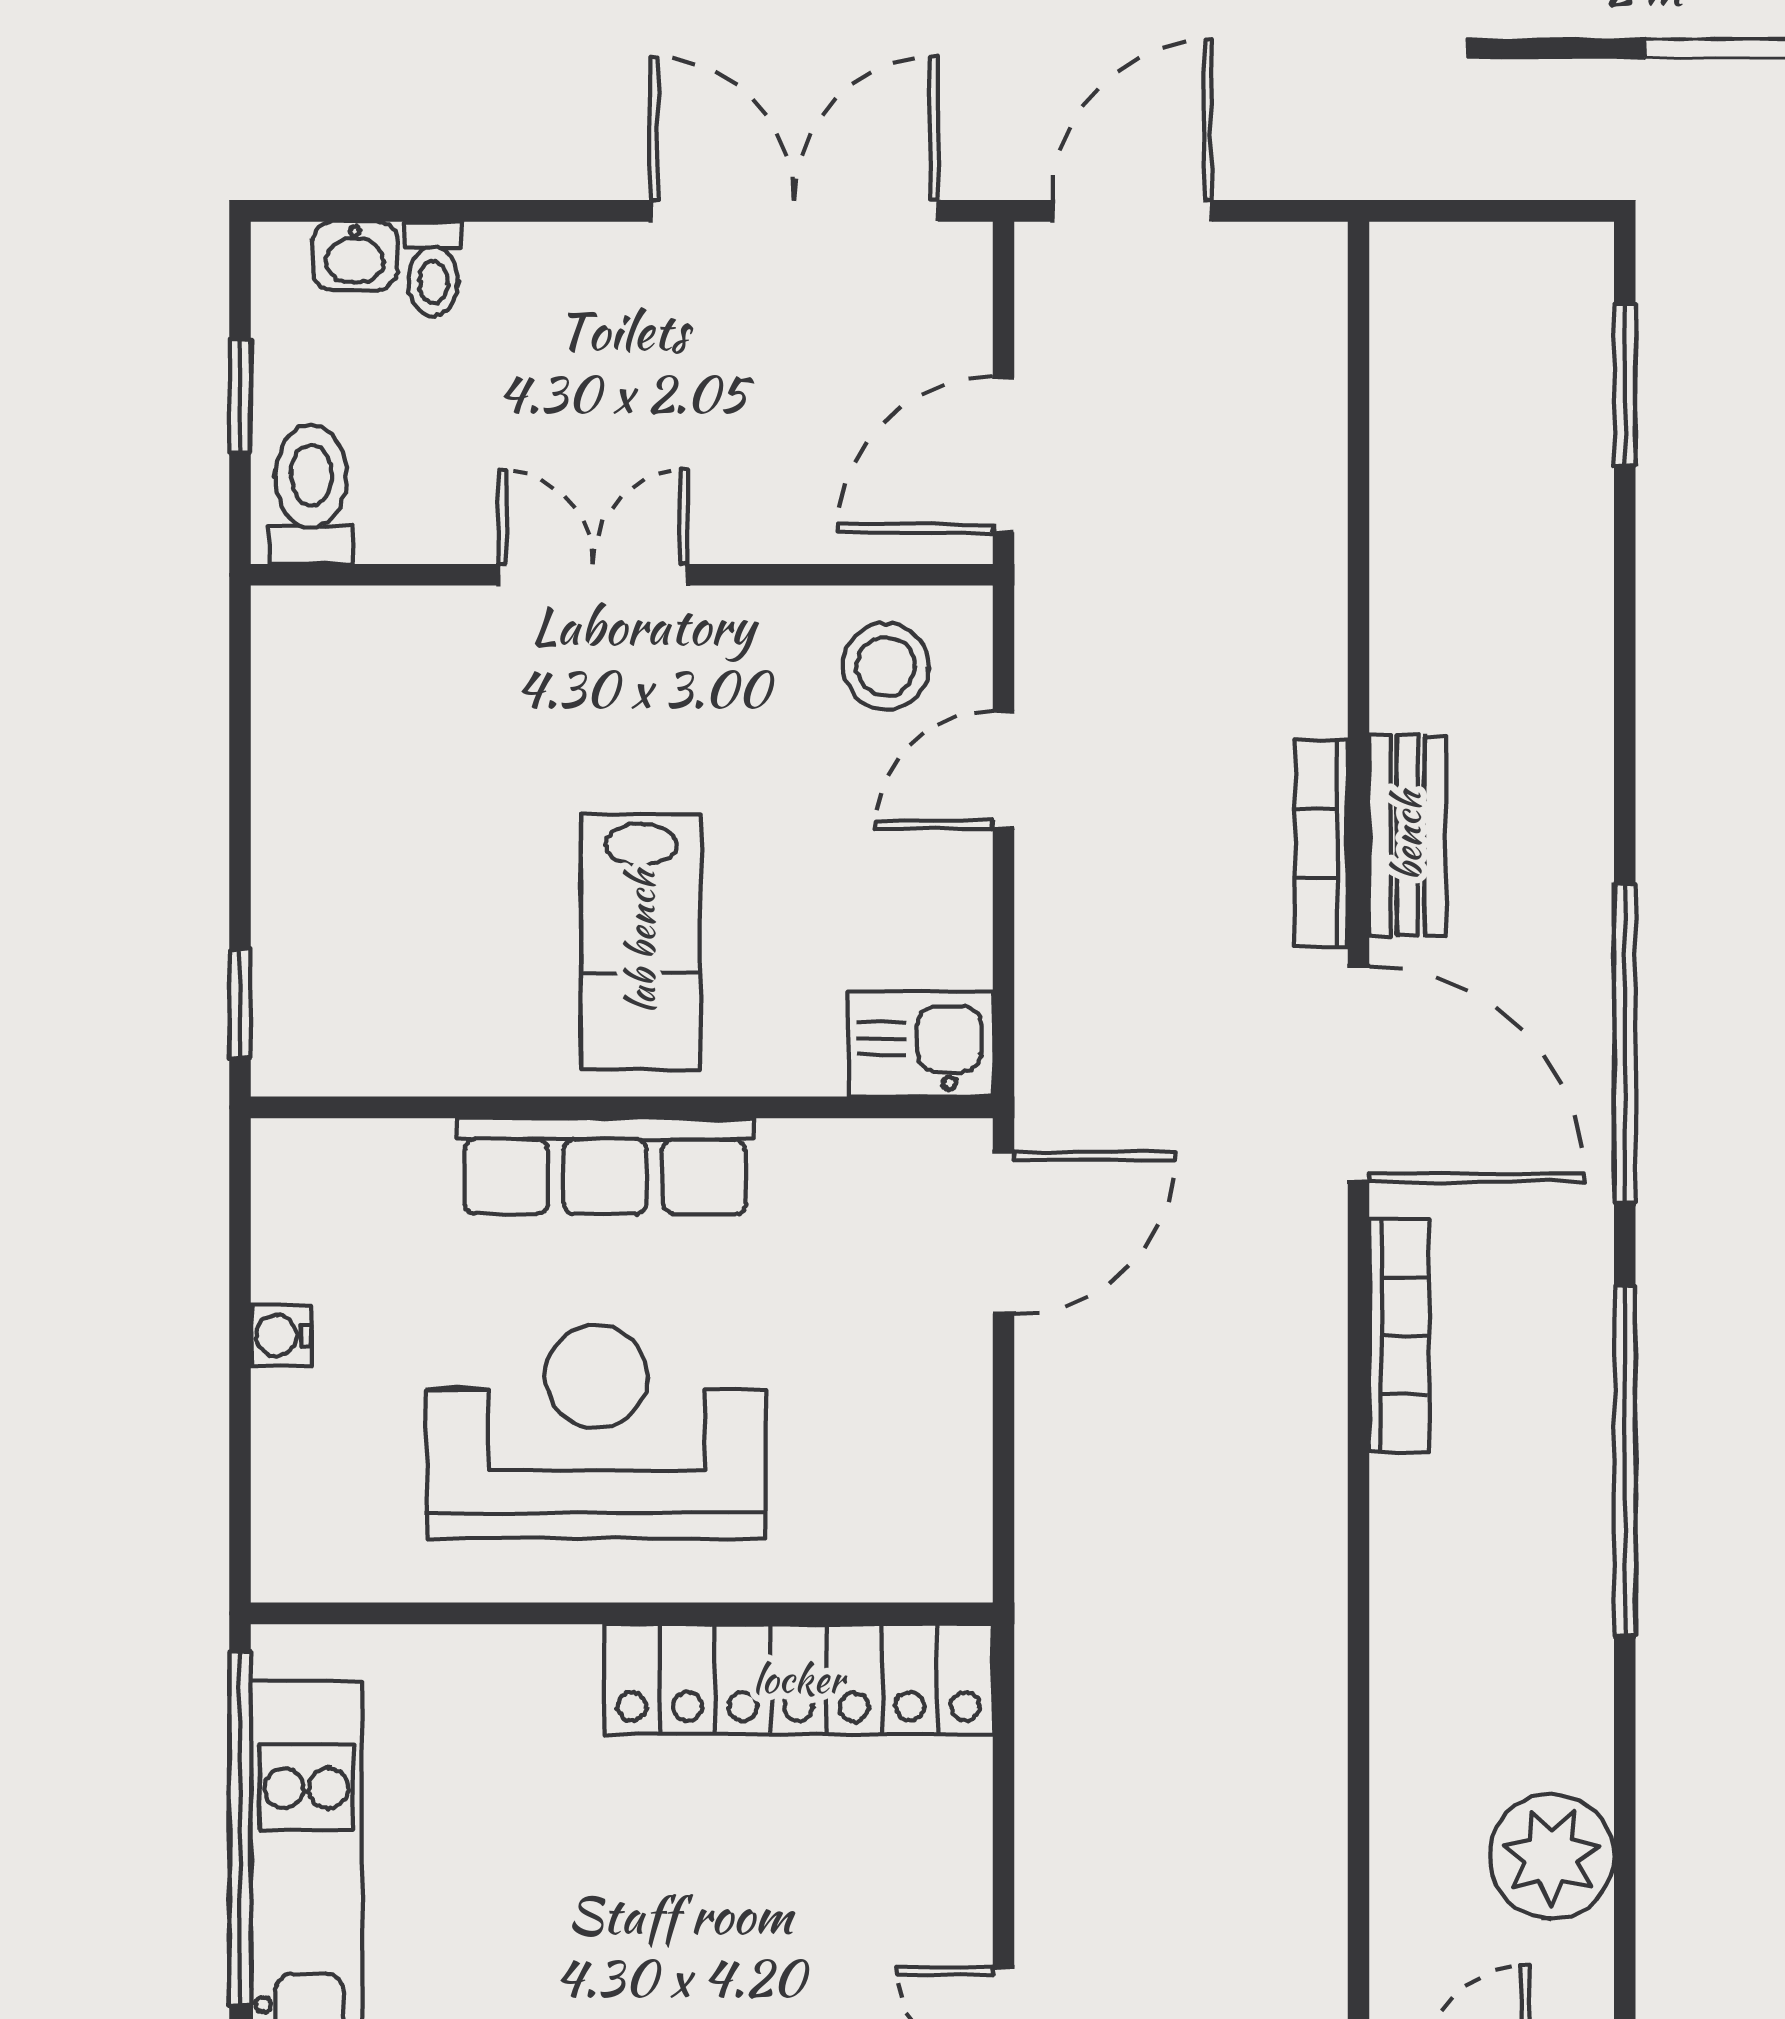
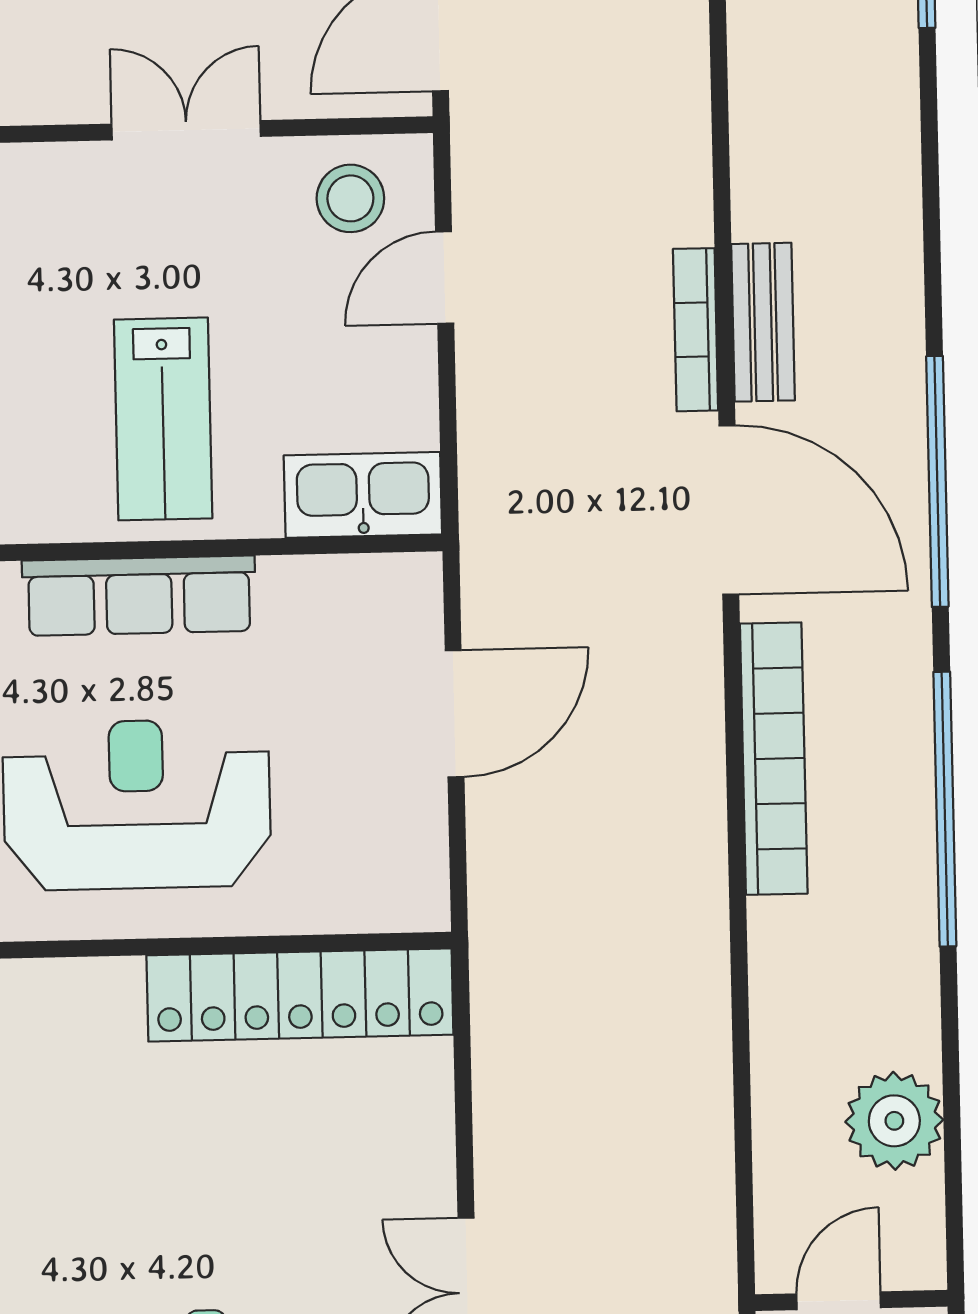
double door: (593, 575) -> (186, 130), moved
kitchen sink: (920, 1044) -> (363, 495), width x1.38
door: (1003, 1233) -> (455, 714), moved
bookcase: (1399, 1336) -> (774, 759), width x1.48, depth x1.31

